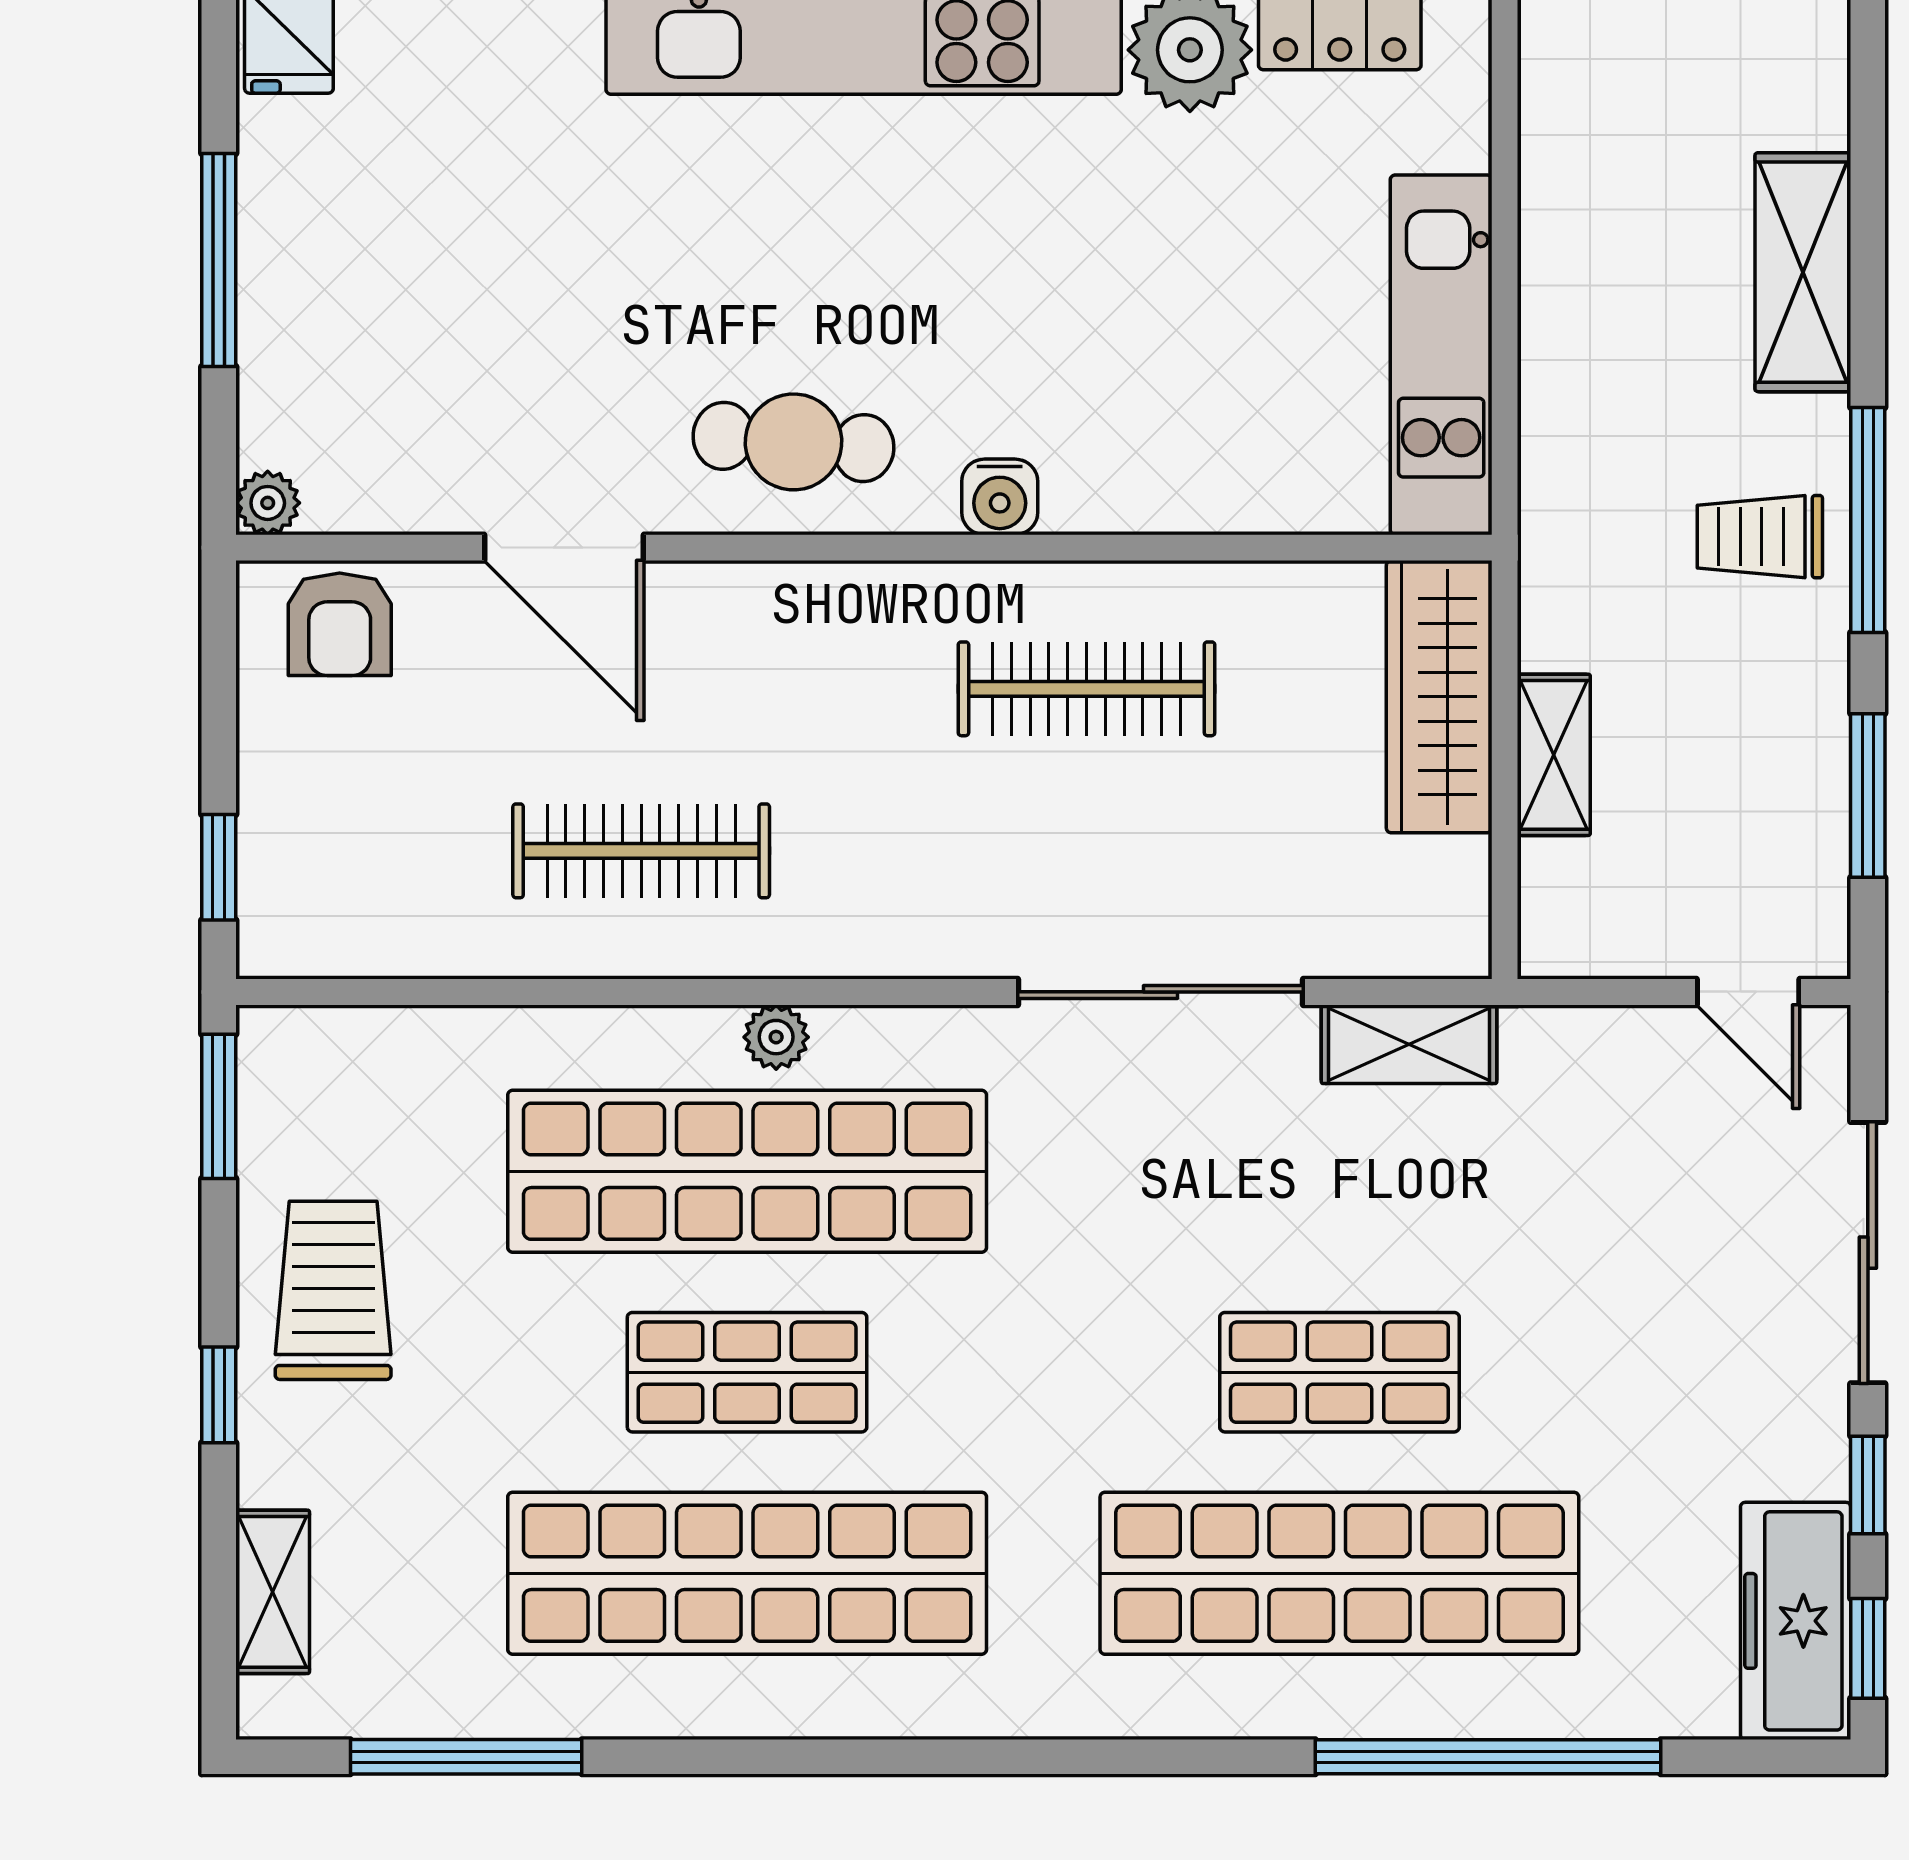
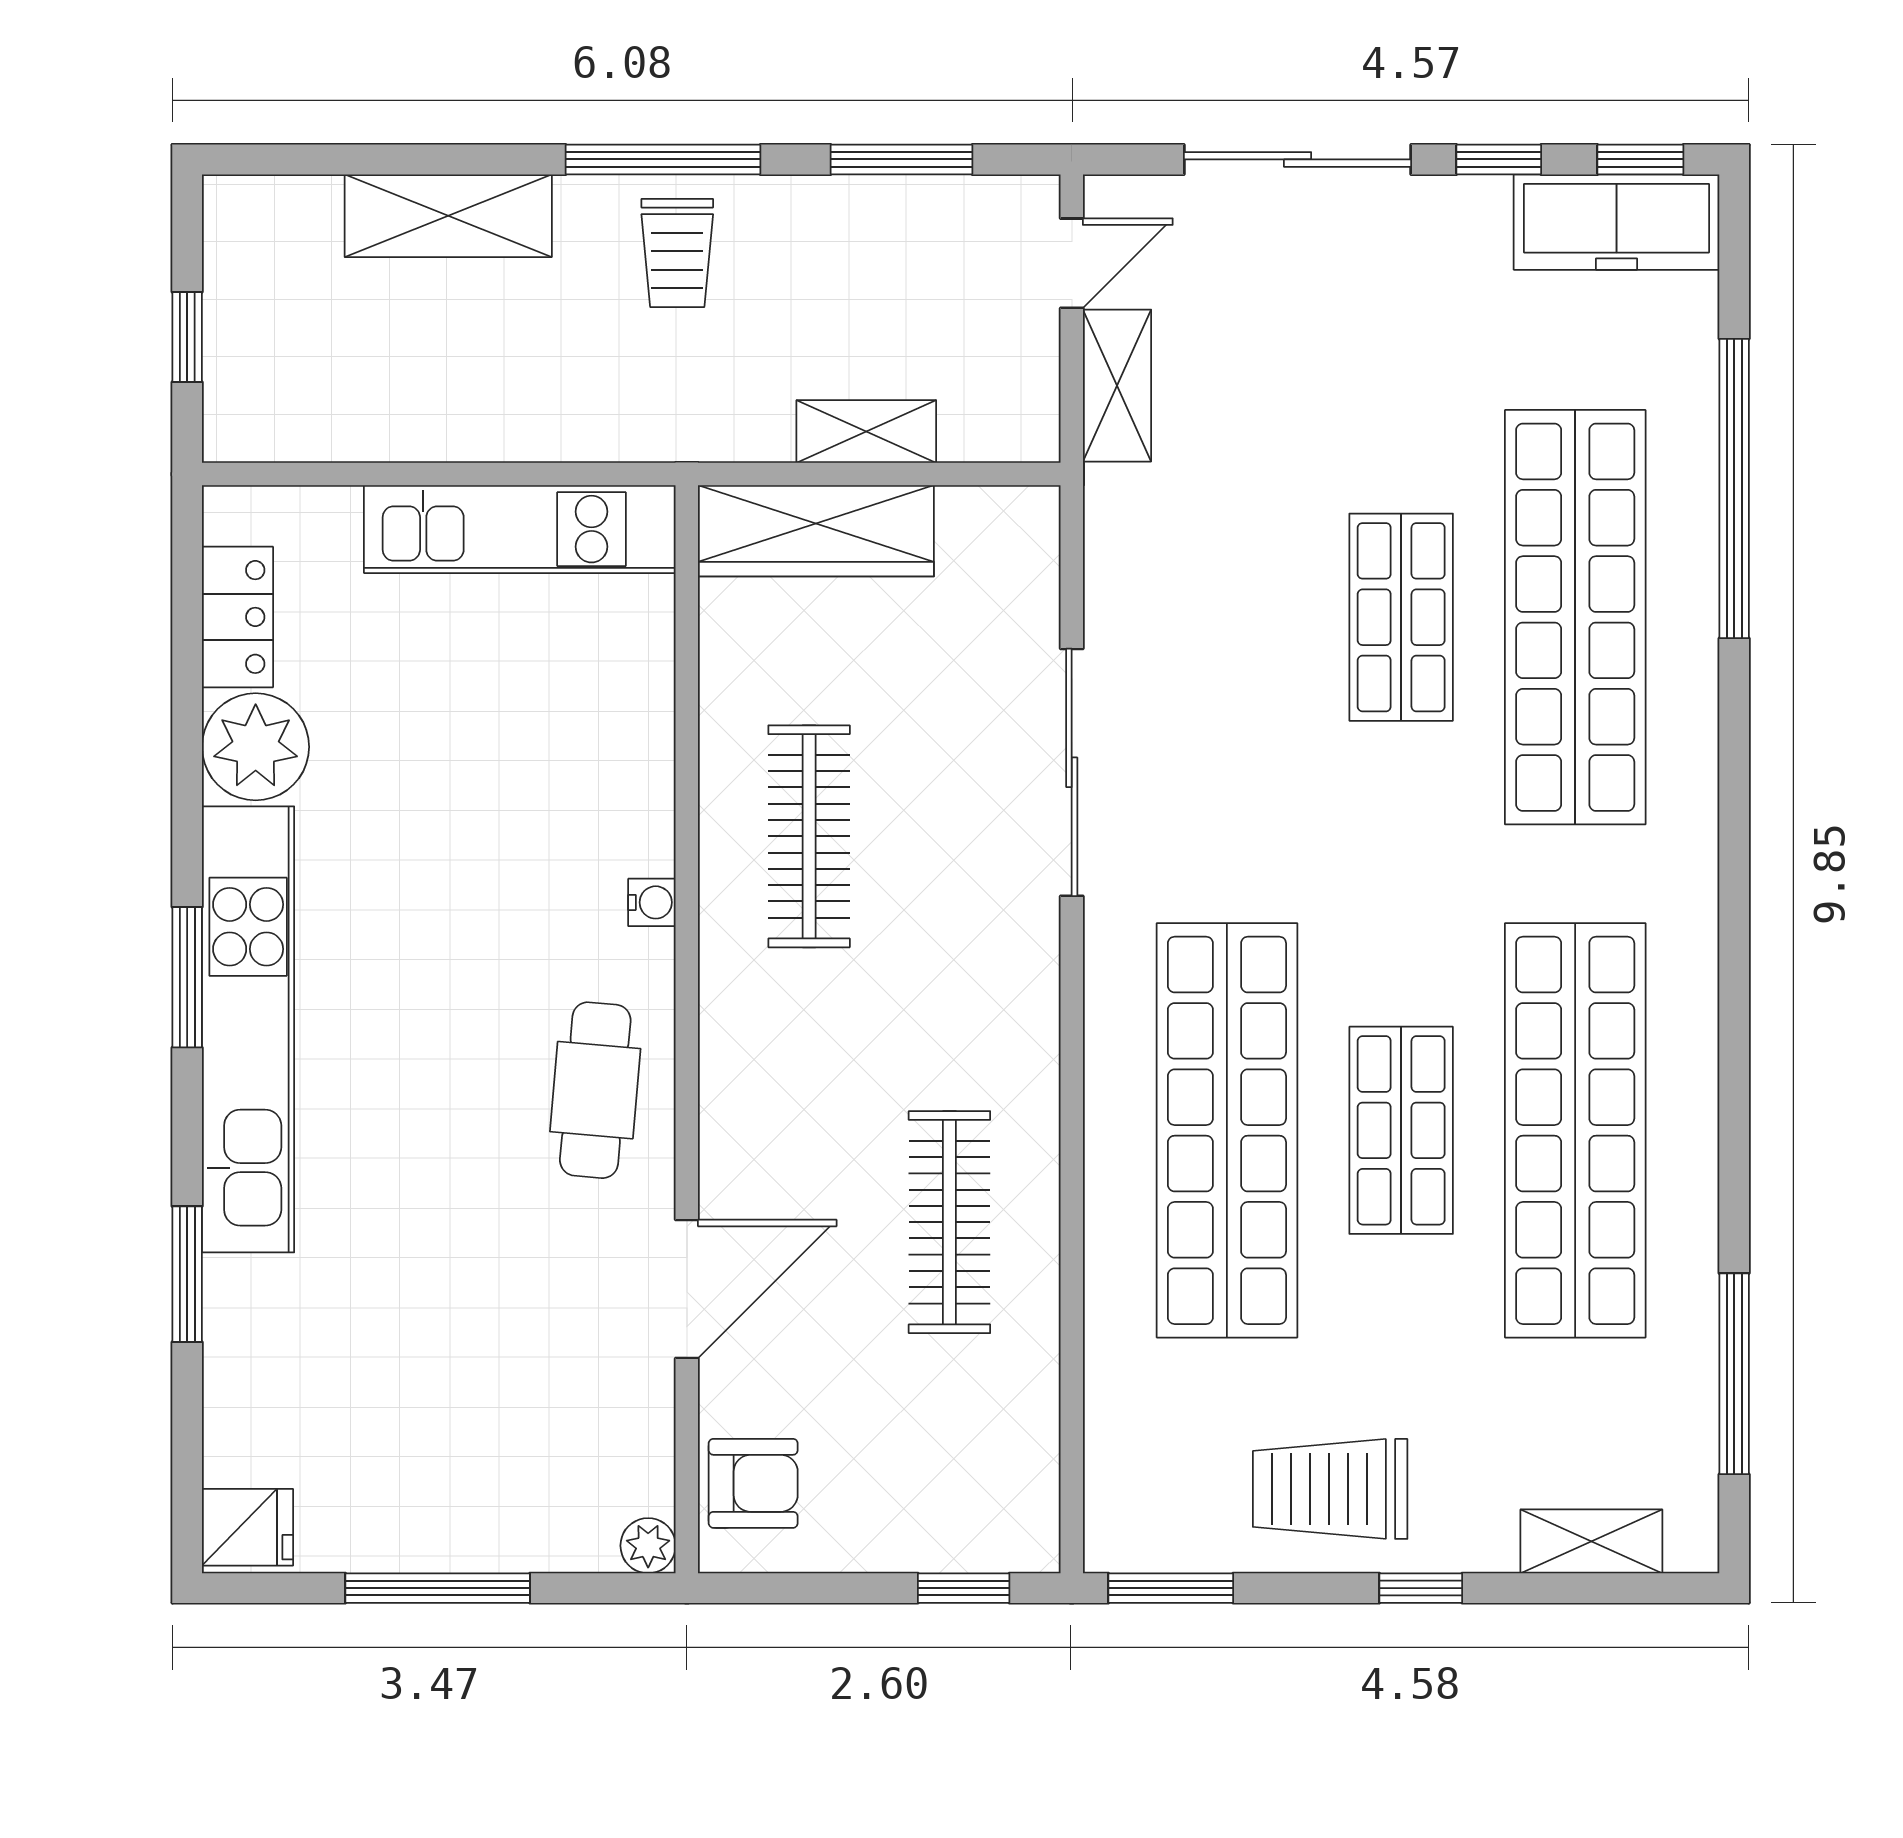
water cooler: (1000, 497) -> (652, 902), width x0.72, depth x0.72
plant: (776, 1037) -> (1111, 1105), removed
shelving: (1409, 1044) -> (1117, 386), moved

